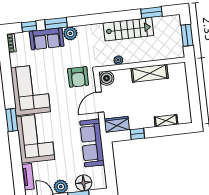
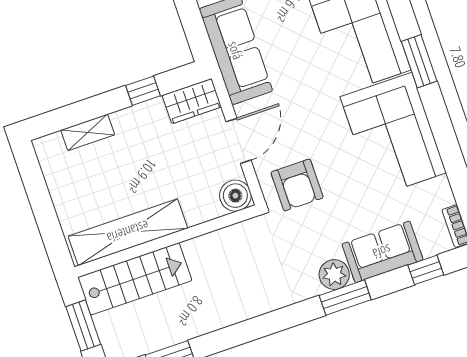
window: (56, 23) -> (345, 298), moved
stairs: (128, 29) -> (135, 279), moved, turned 180
plant: (118, 60) -> (219, 240), removed
shelving: (150, 73) -> (128, 232), width x1.47
armchair: (78, 77) -> (297, 185), turned 180

